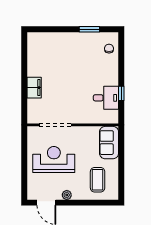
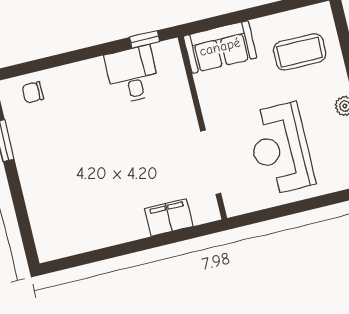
filing cabinet: (34, 88) -> (169, 217), moved
window: (121, 93) -> (144, 39), moved

